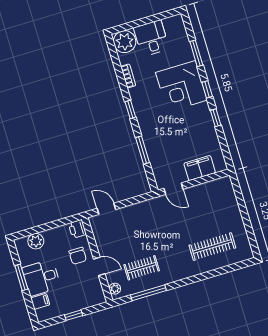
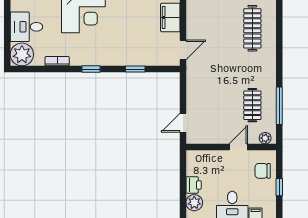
window: (143, 150) -> (135, 69), width x0.67
printer: (77, 229) -> (194, 185), moved, turned -90
chair: (78, 256) -> (263, 171), moved, turned 180

